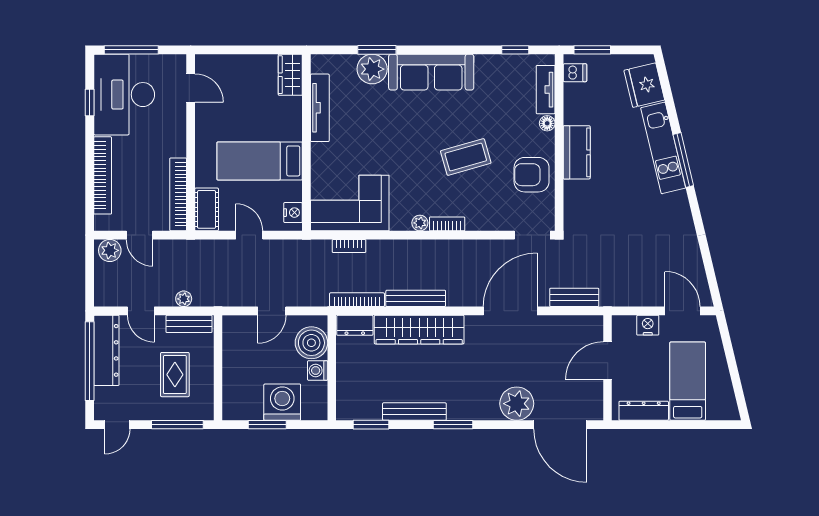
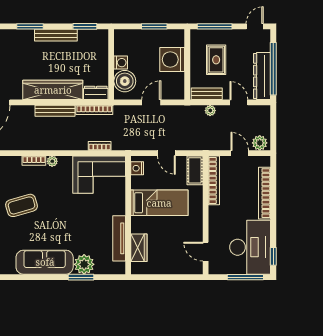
wardrobe: (290, 75) -> (139, 248), moved
window: (90, 103) -> (273, 256), moved
washing machine: (282, 402) -> (172, 60), moved, turned 90

